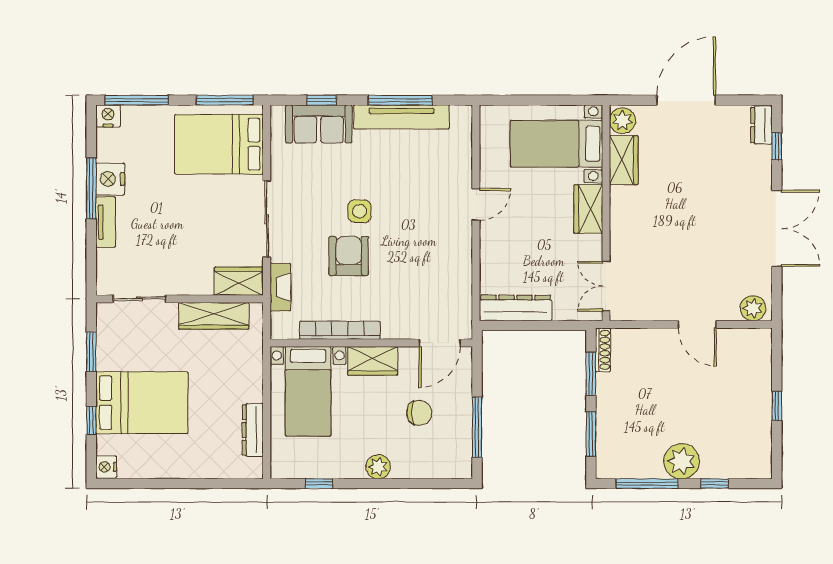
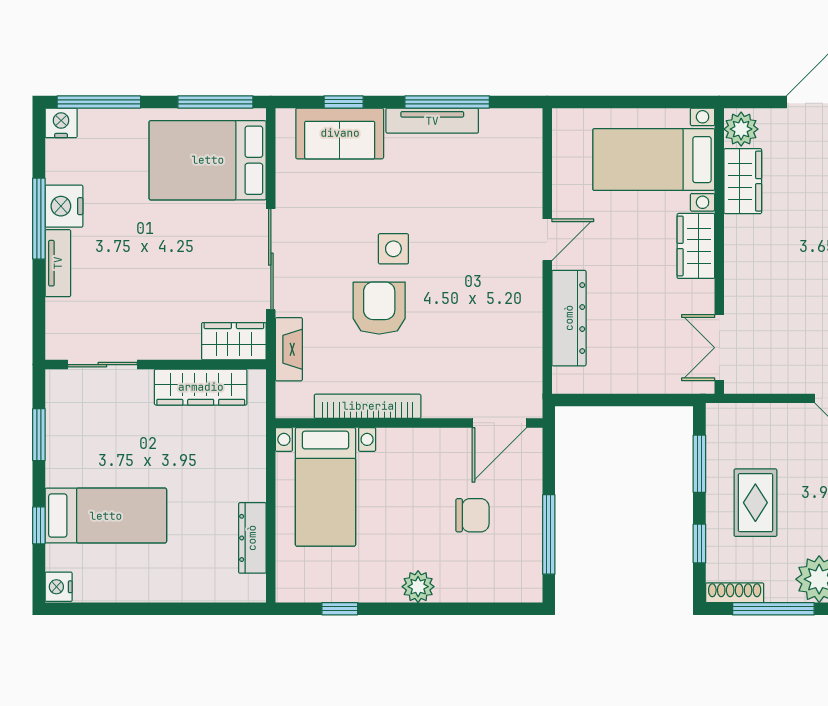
tv unit: (401, 117) -> (432, 121), width x0.73, depth x0.78
dresser: (516, 308) -> (569, 318), moved, turned 90
shoe rack: (603, 350) -> (735, 593), moved, turned -90
wardrobe: (373, 361) -> (411, 447), removed
bed: (142, 403) -> (106, 516), width x0.67
rug: (633, 403) -> (755, 503), added
window: (591, 434) -> (699, 543), width x0.67

